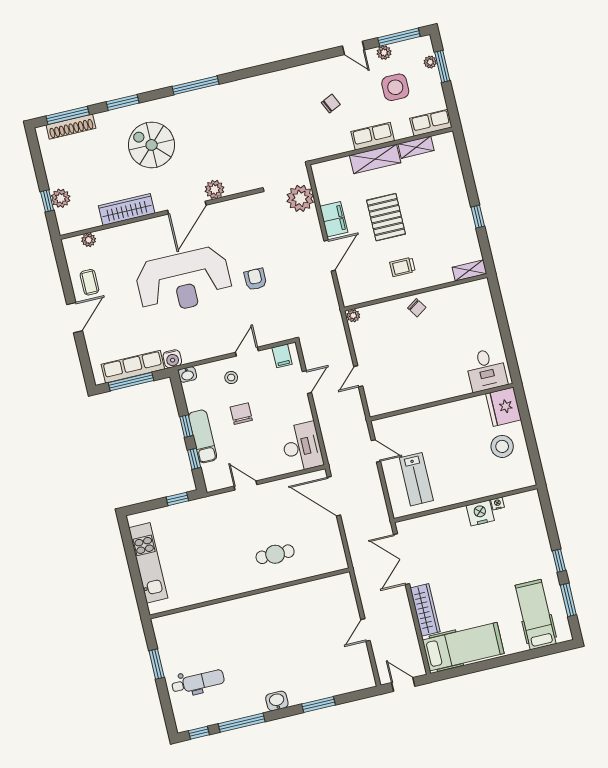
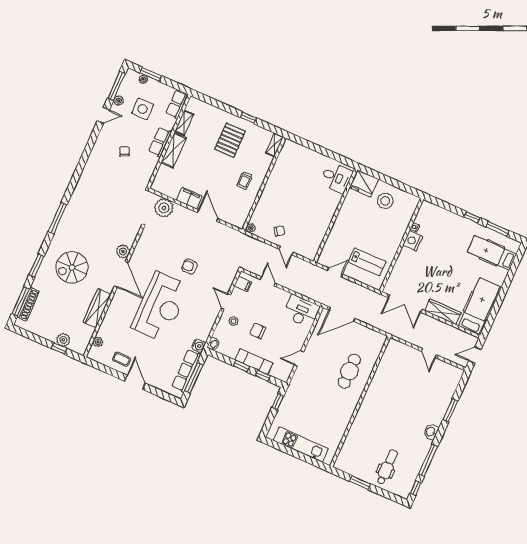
pallet: (386, 217) -> (230, 140), moved, turned 90
chair: (417, 308) -> (280, 231), moved
cafe table: (275, 554) -> (349, 371), width x1.37, depth x1.35

